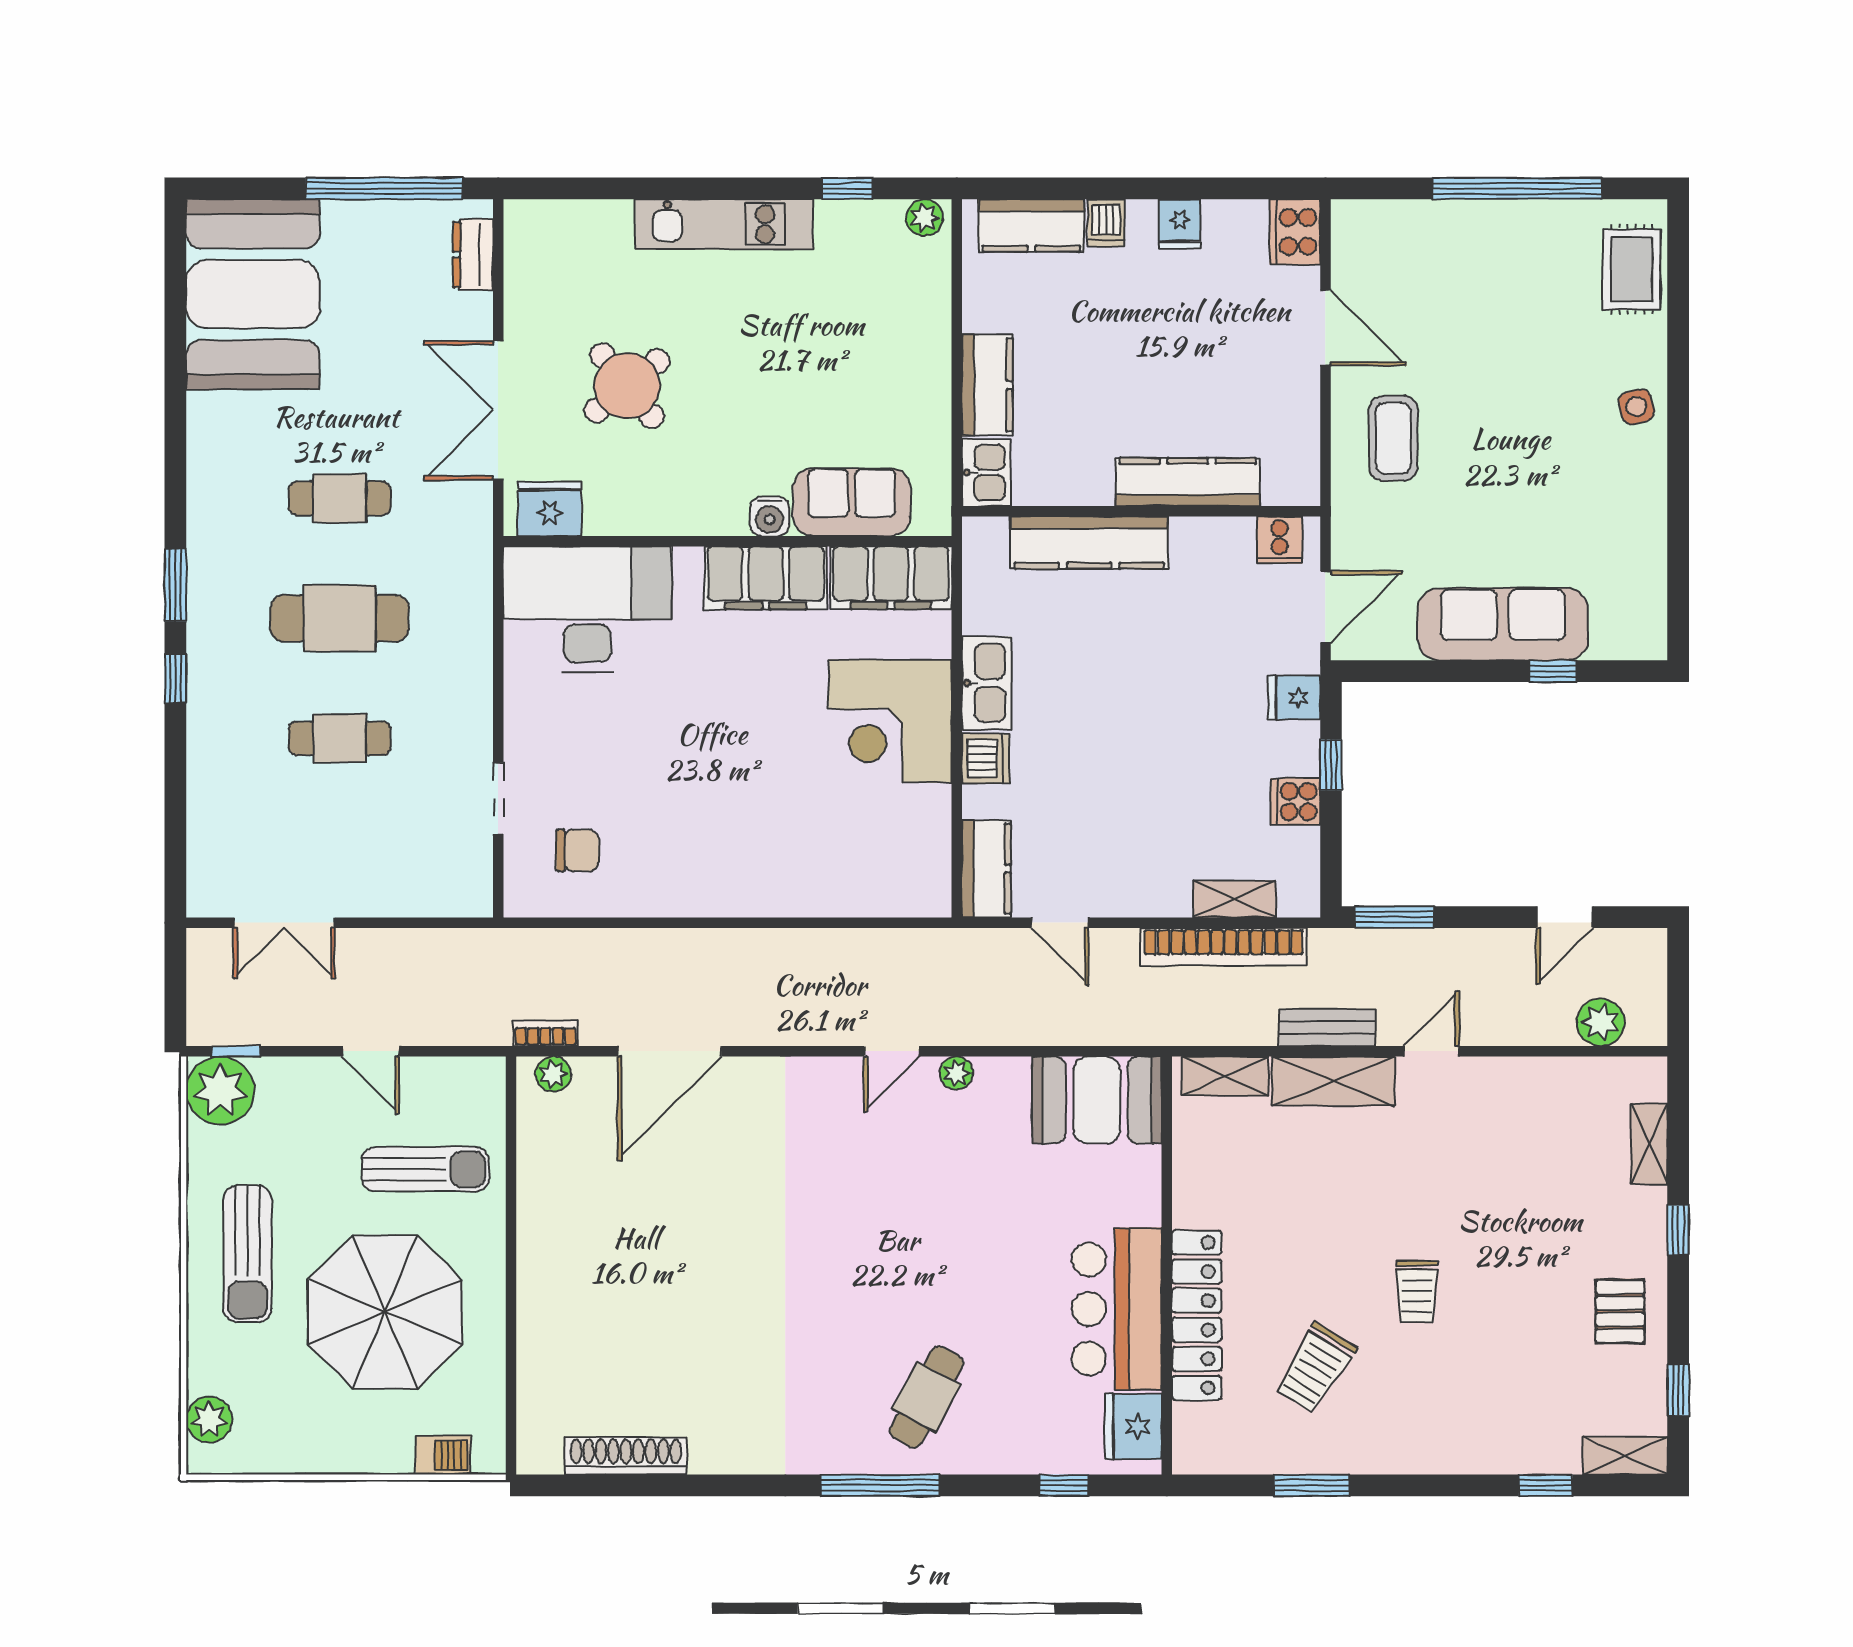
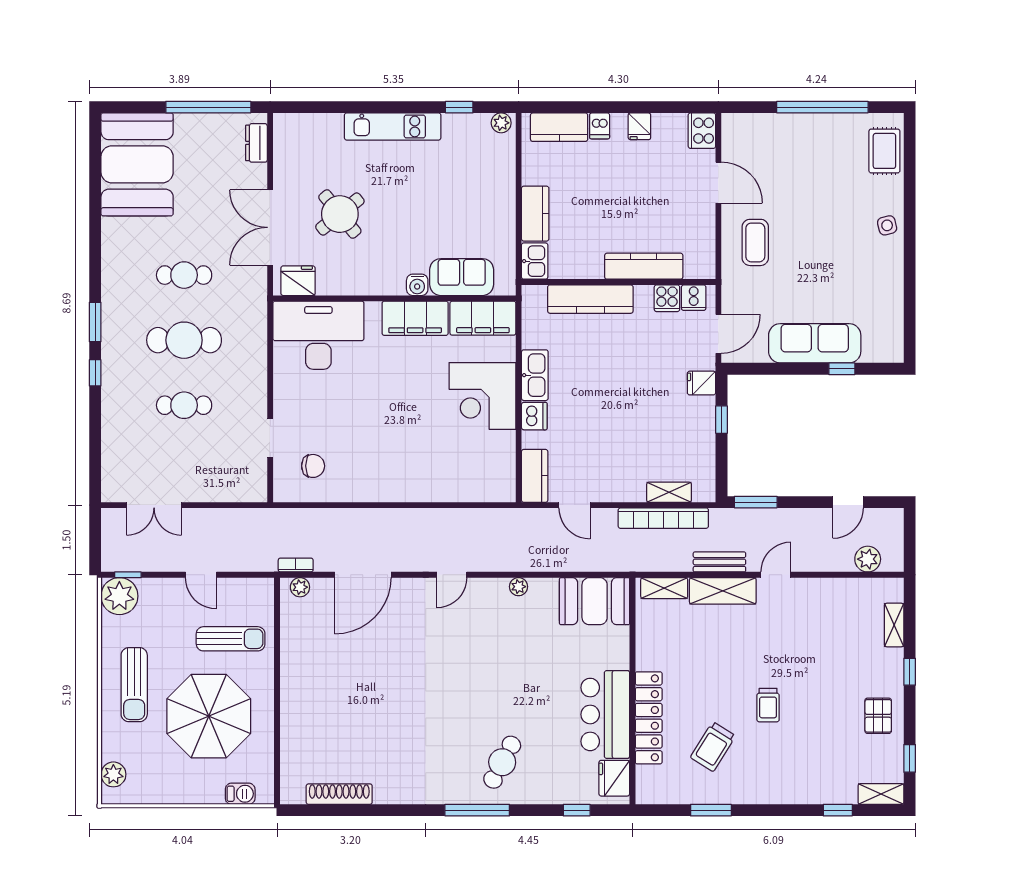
cooker: (1296, 802) -> (667, 298), moved, turned -90
door: (892, 1051) -> (452, 575), moved

